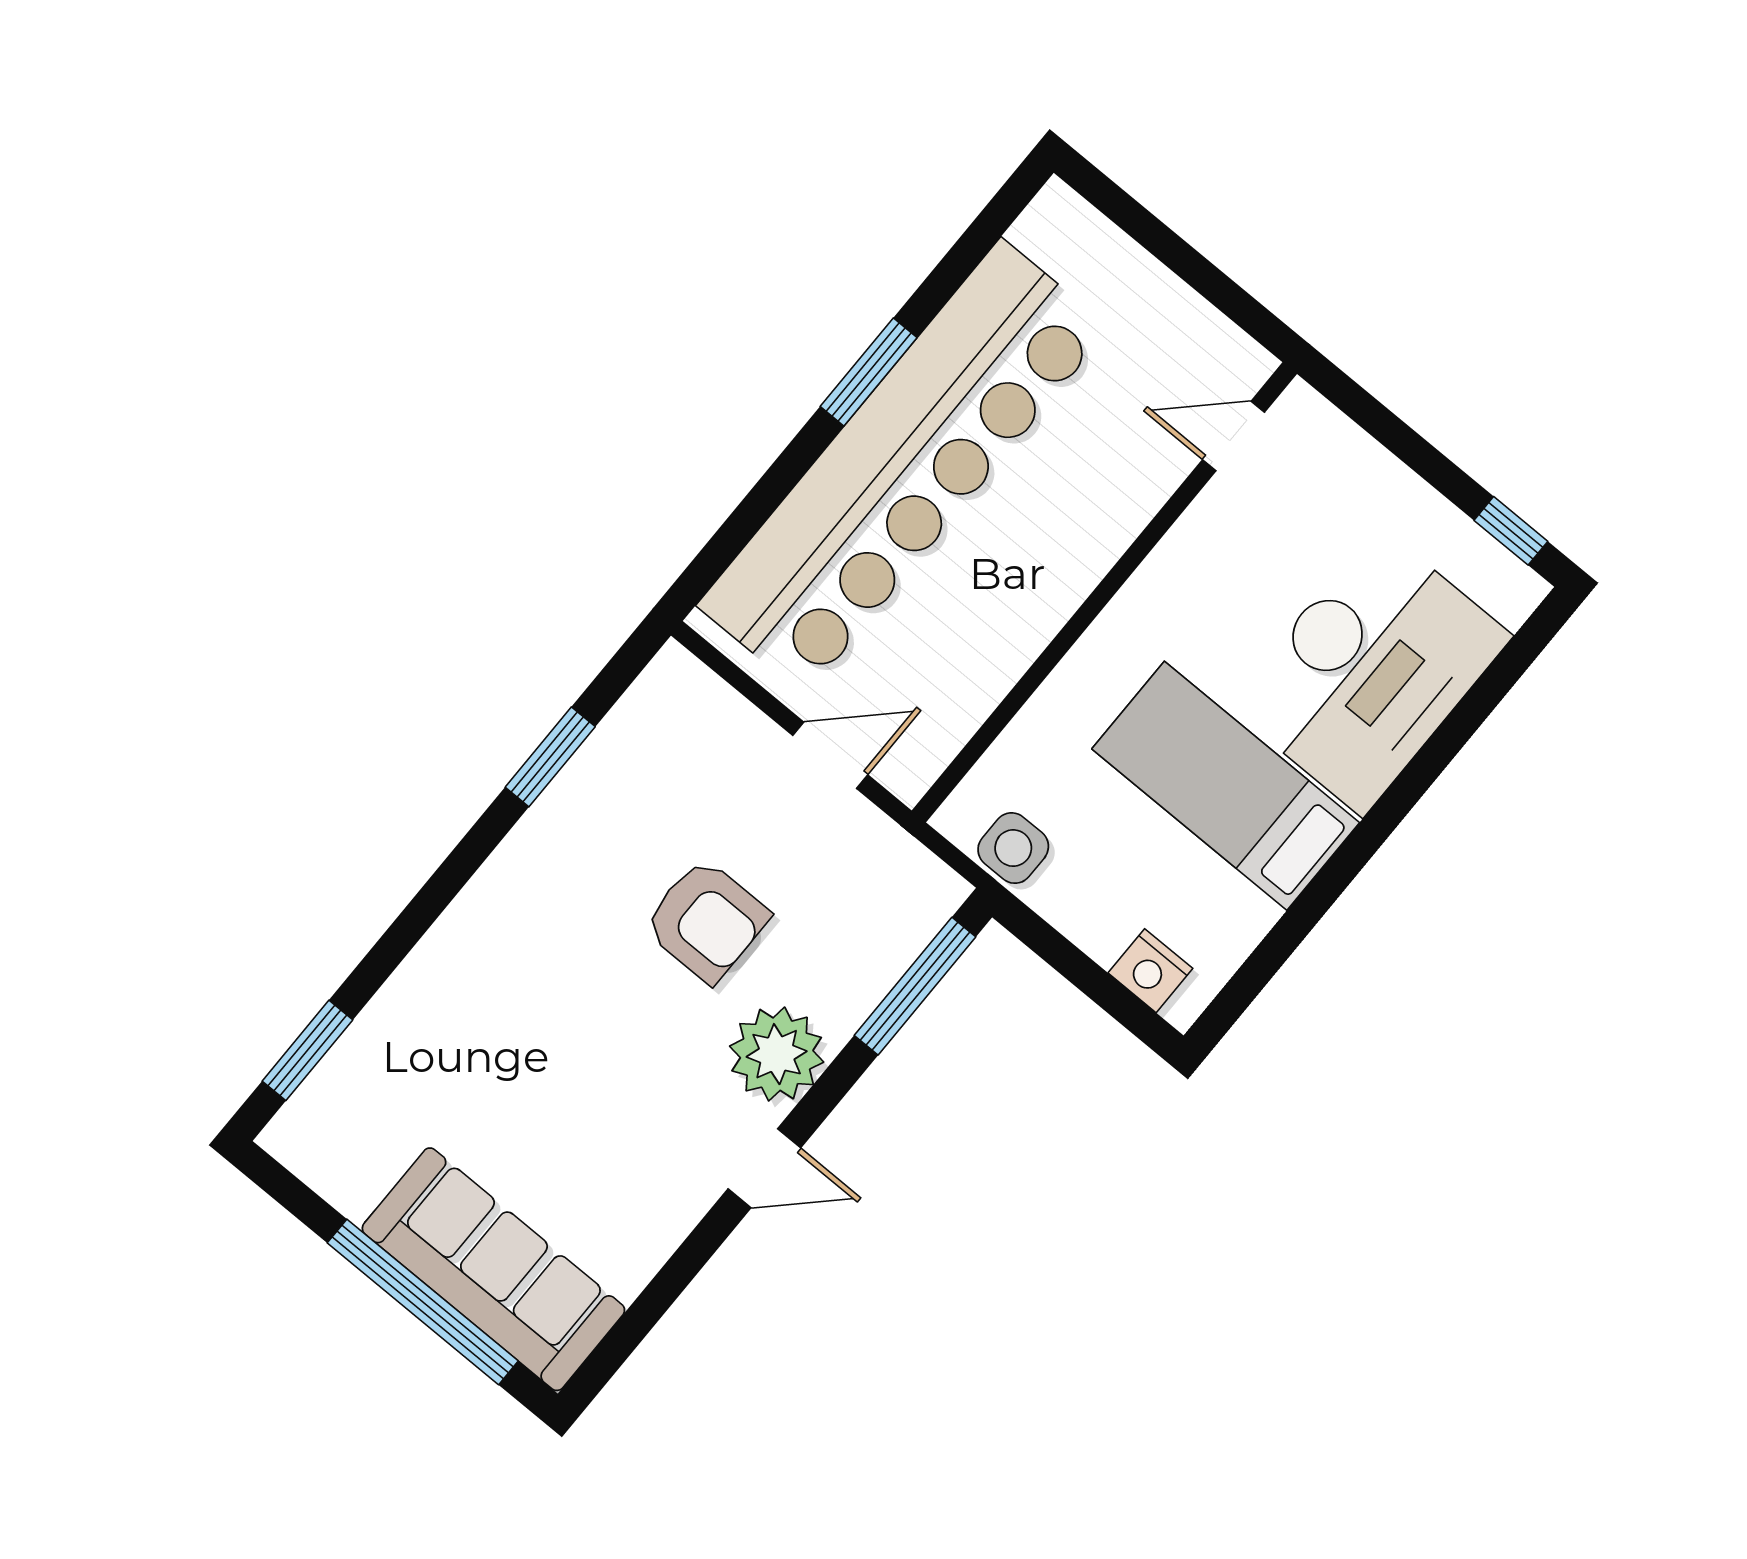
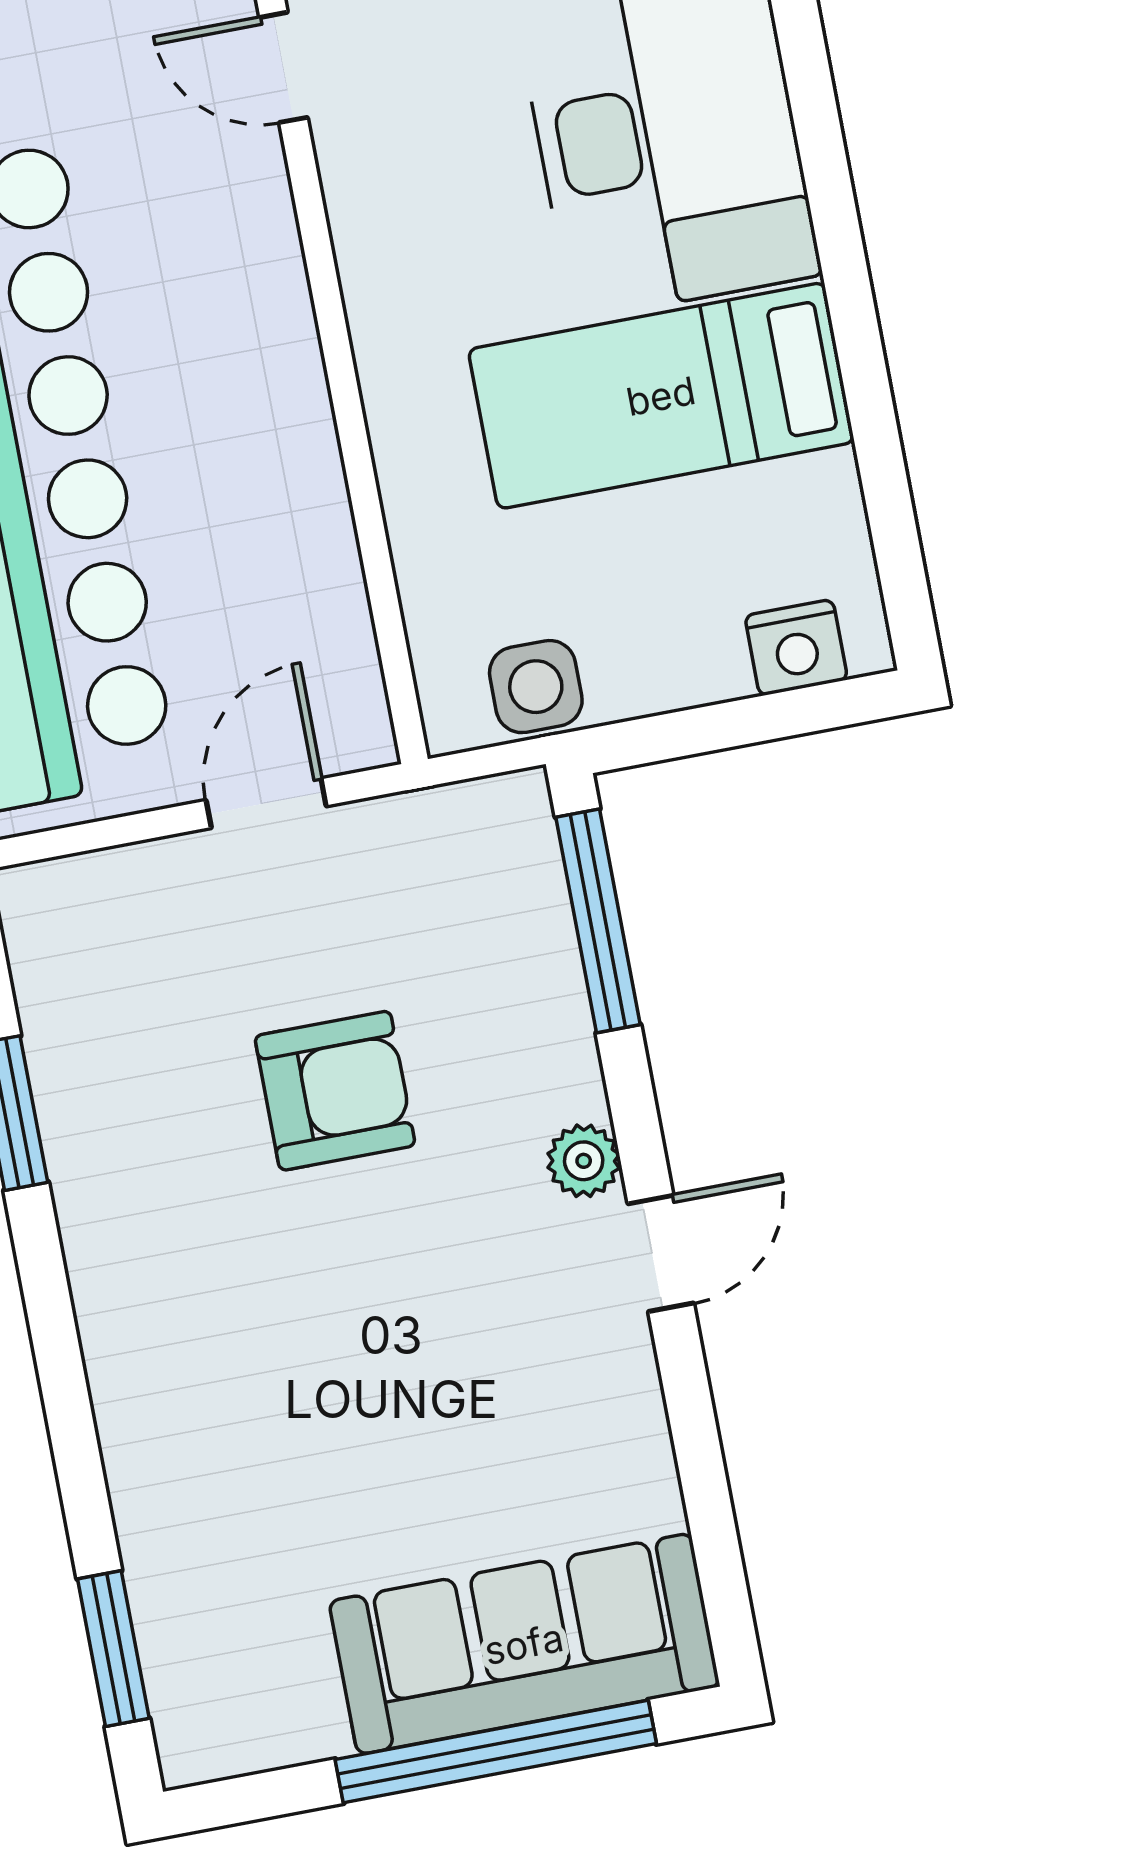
door: (1233, 436) -> (283, 67), hinge flipped
plant: (777, 1054) -> (584, 1161), width x0.53, depth x0.53

